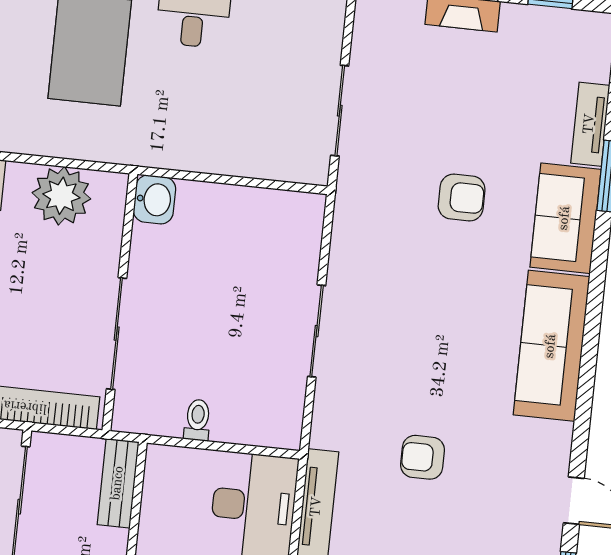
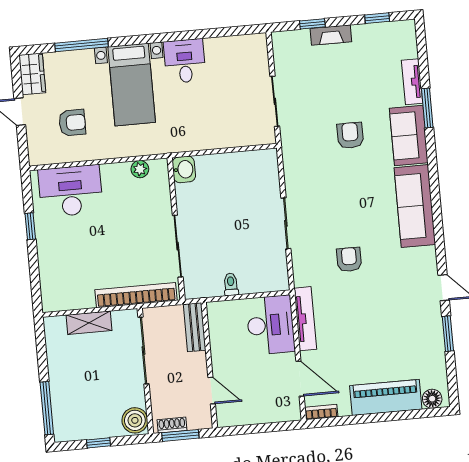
plant: (61, 196) -> (140, 169), width x0.53, depth x0.53
armchair: (462, 198) -> (350, 135), turned -90
armchair: (422, 457) -> (349, 259), moved, turned 90

